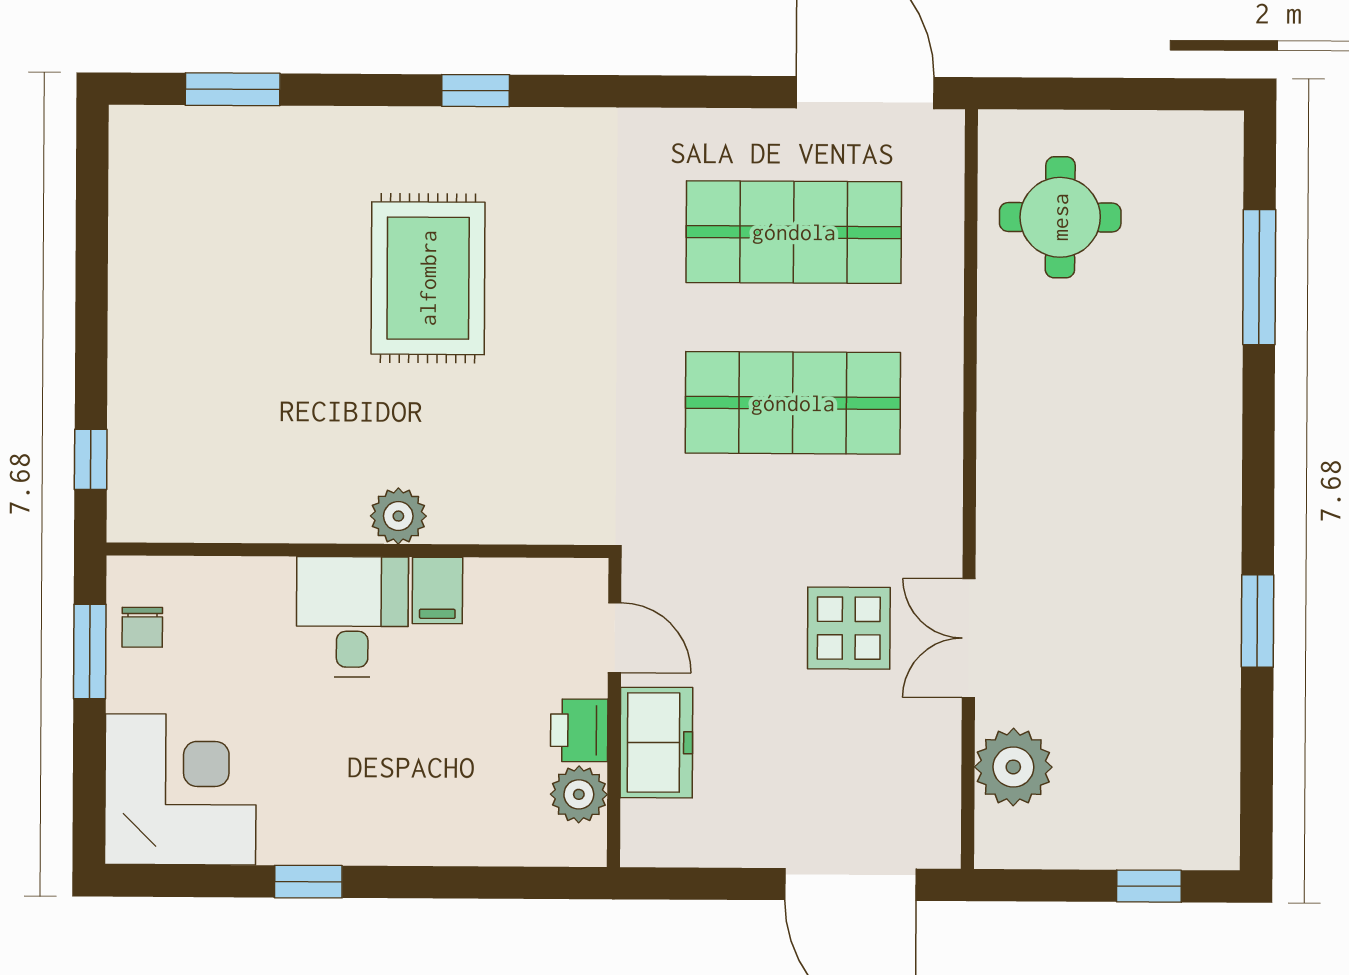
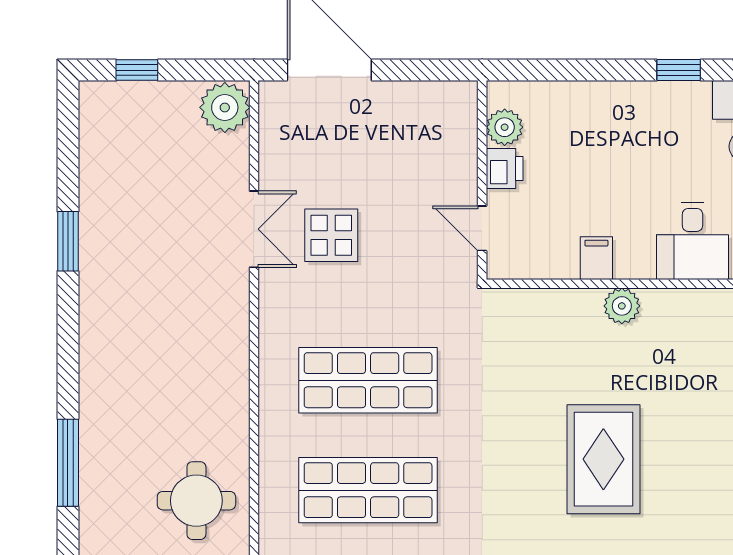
desk: (352, 617) -> (692, 241), moved
freezer: (656, 743) -> (455, 161), removed
plant: (1013, 767) -> (225, 107), moved

